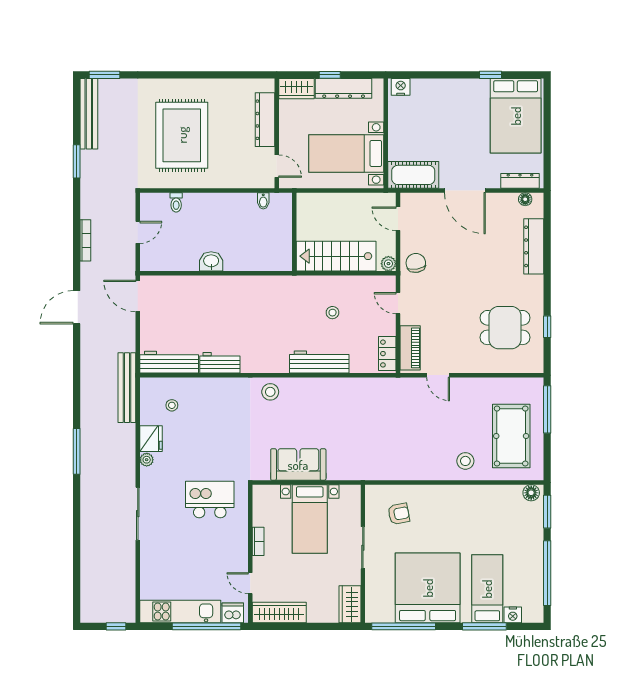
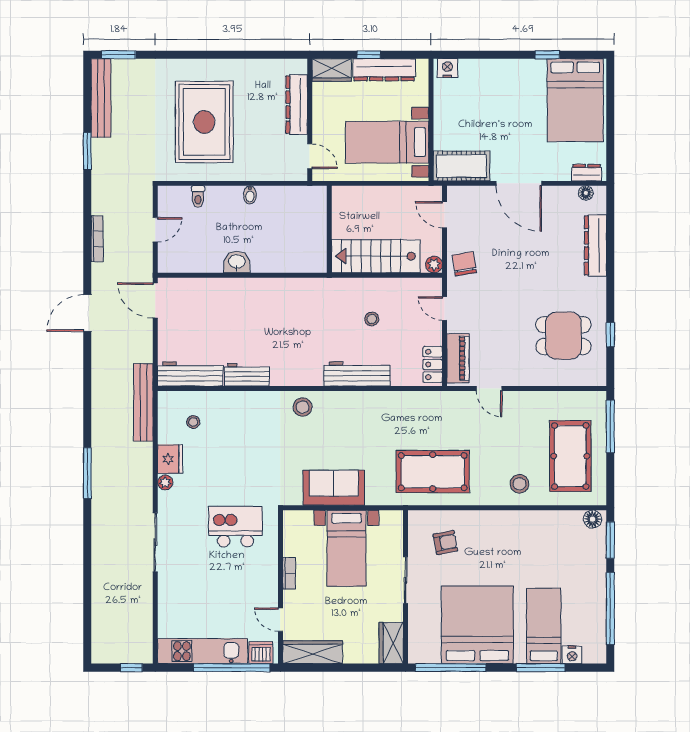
dresser: (520, 181) -> (587, 173), width x0.70
bidet: (263, 201) -> (250, 195), moved
pool table: (387, 450) -> (433, 472), added

